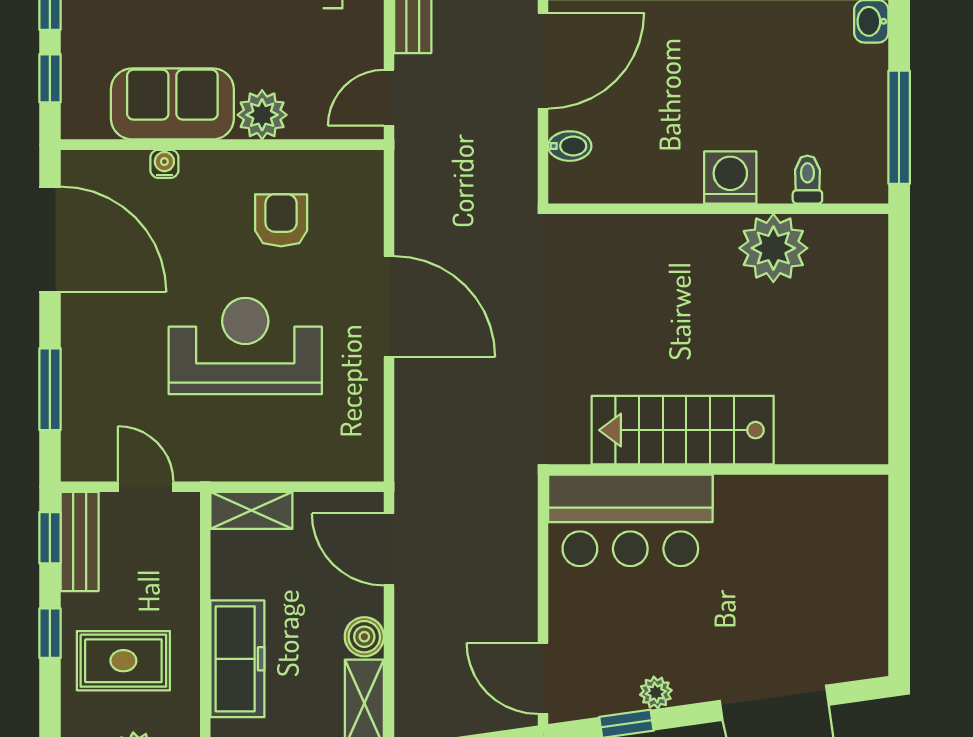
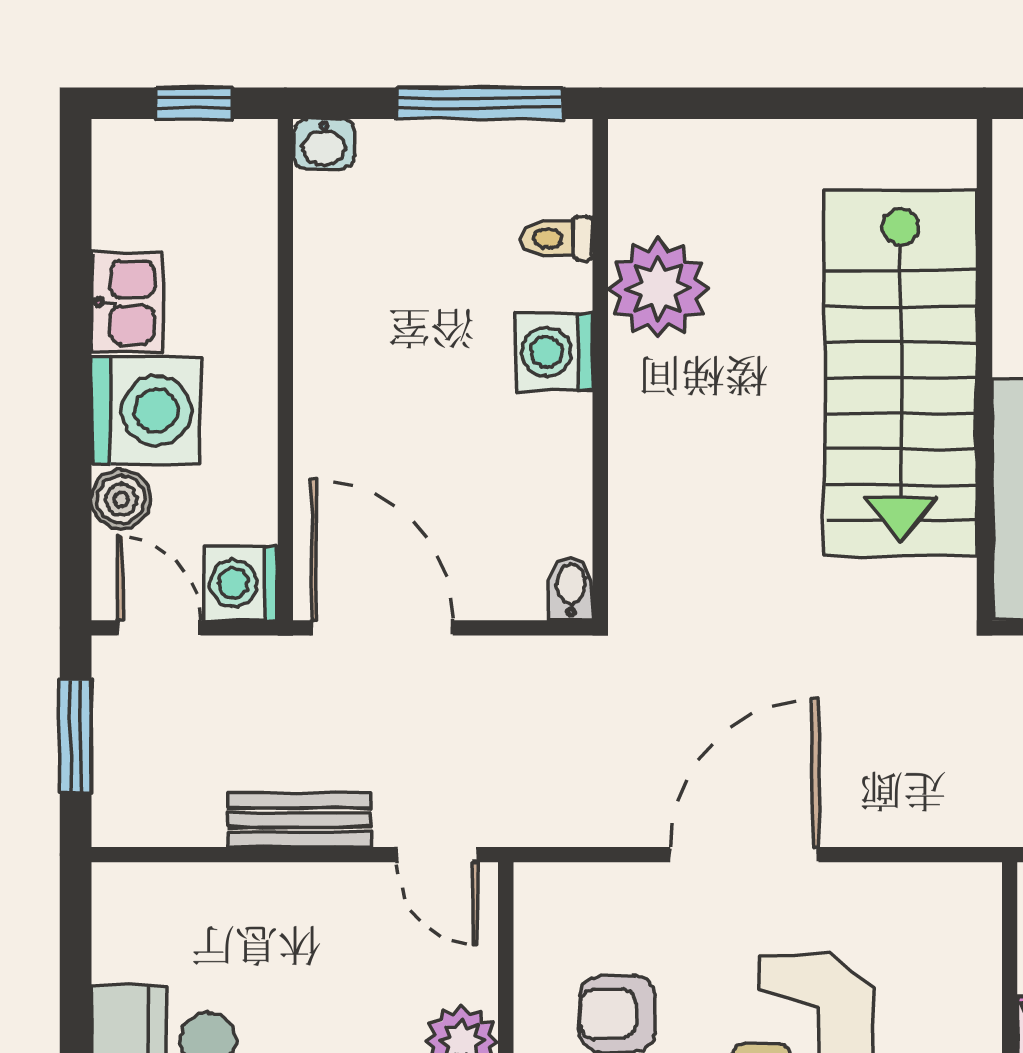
bidet: (570, 146) -> (571, 588), moved
stairs: (683, 430) -> (901, 373), width x1.36, depth x1.51

